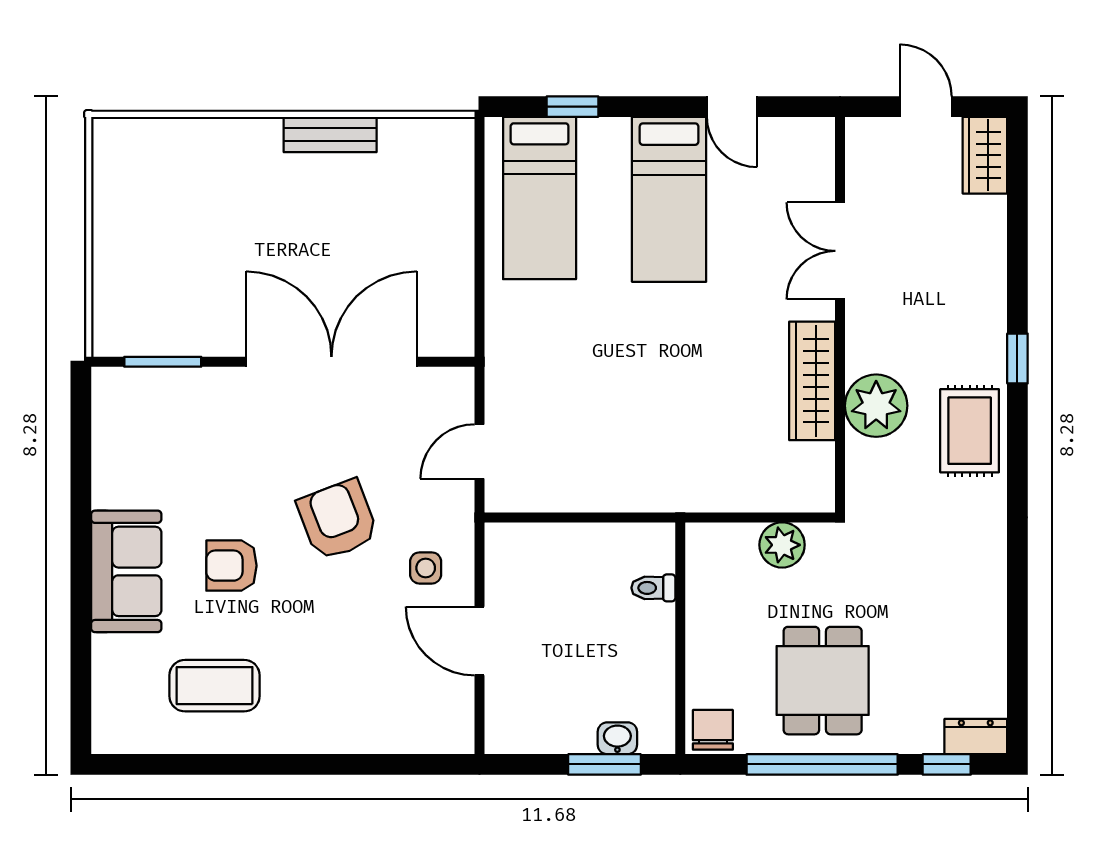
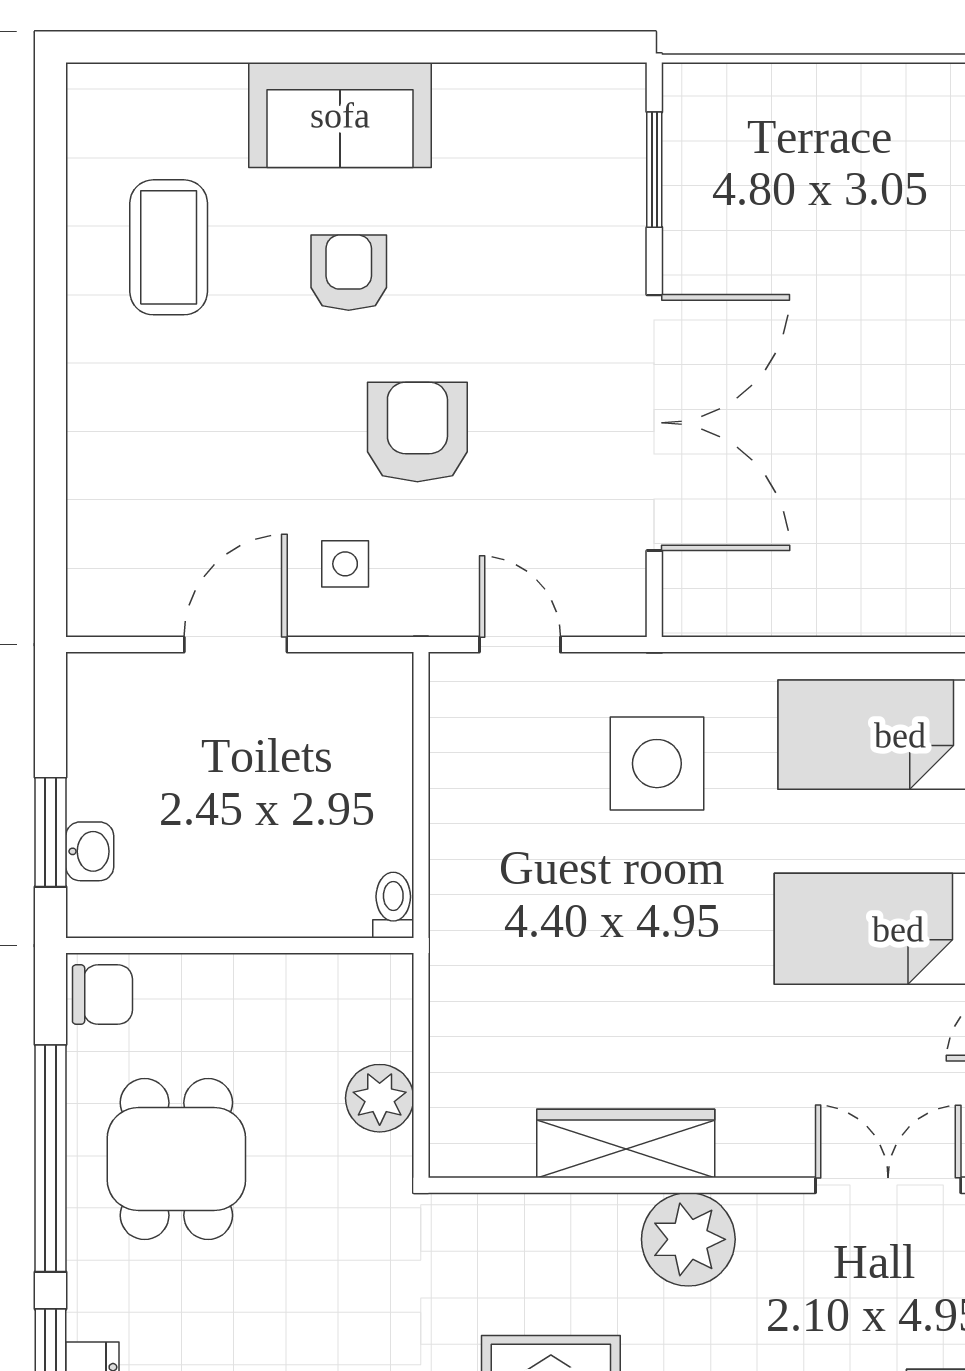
double door: (840, 251) -> (888, 1185), moved
side table: (559, 360) -> (657, 764), added
plant: (876, 406) -> (688, 1239), moved
armchair: (338, 520) -> (417, 432), turned -69
toilet: (653, 588) -> (393, 905), moved
dining table: (823, 681) -> (176, 1159), turned 90

